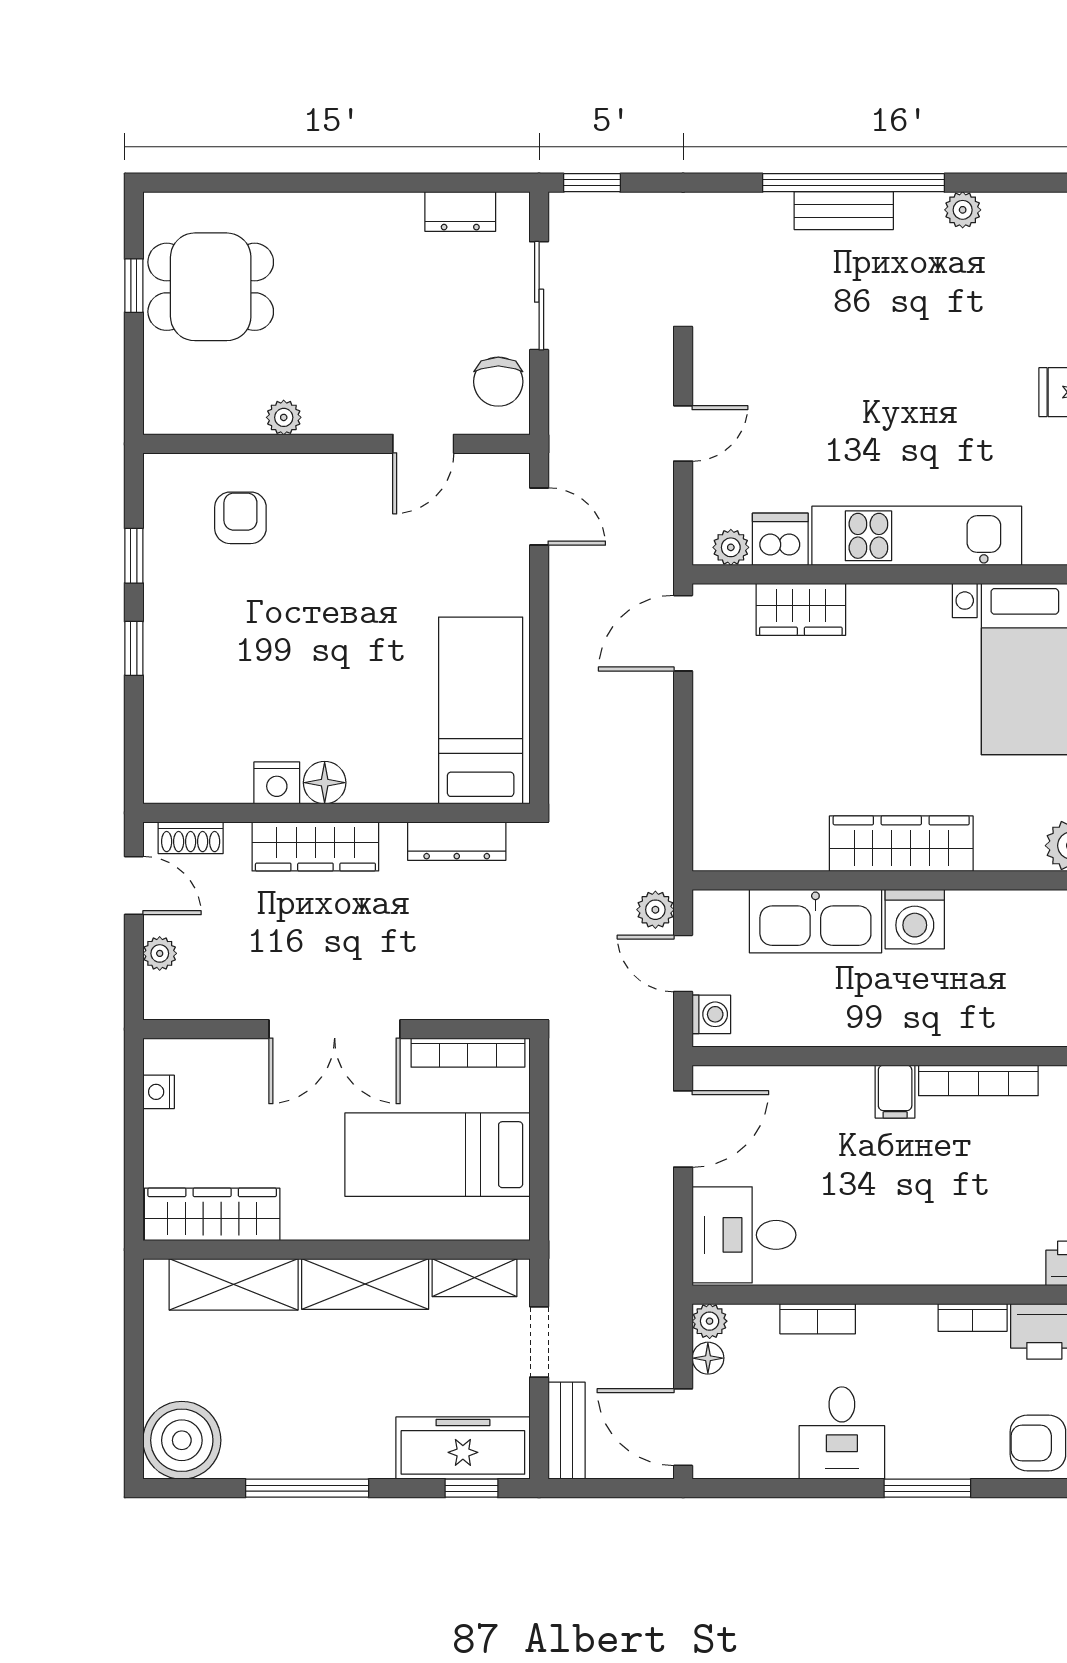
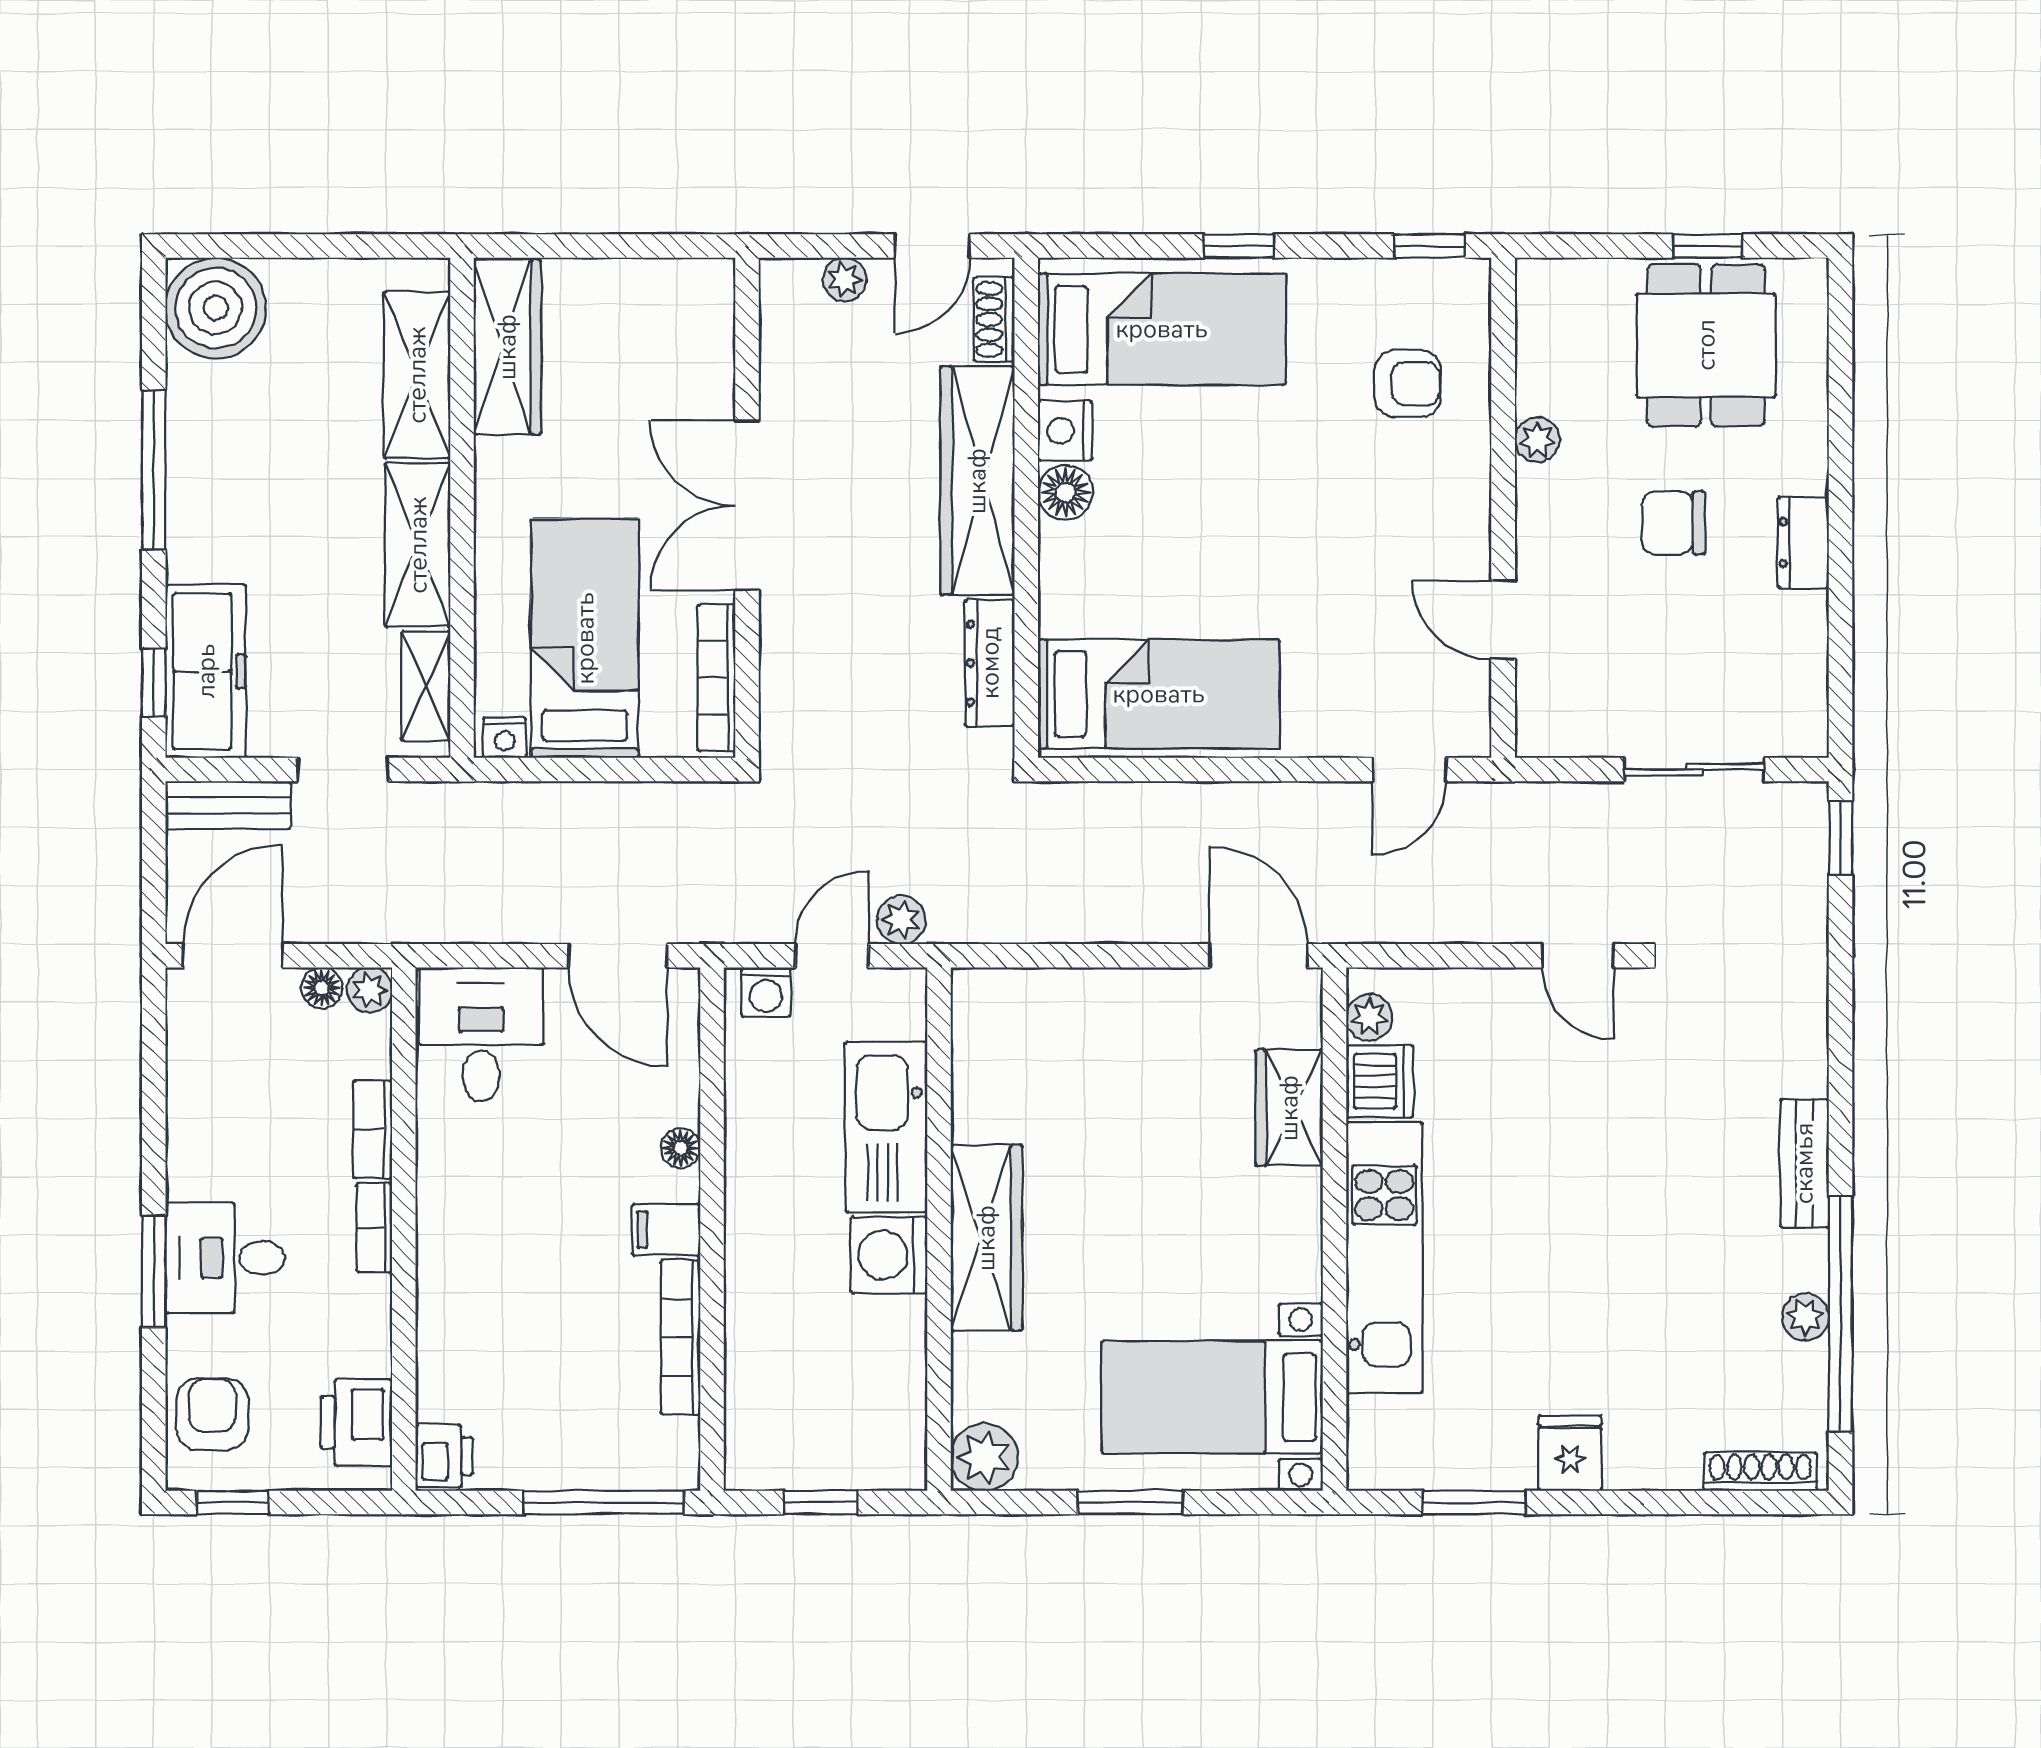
window: (853, 183) -> (1840, 1314), moved
dresser: (460, 212) -> (1803, 543), moved
chair: (498, 382) -> (1673, 523), moved
door: (683, 433) -> (1578, 956), moved
window: (134, 556) -> (1430, 246), moved
bed: (198, 708) -> (1162, 329), added
wardrobe: (315, 846) -> (977, 481), width x1.40, depth x1.17
floor lamp: (832, 1080) -> (680, 1148), added
nightstand: (159, 1092) -> (505, 738), moved, turned 180
bookcase: (973, 1317) -> (374, 1228), moved
desk: (842, 1433) -> (225, 1258), moved

